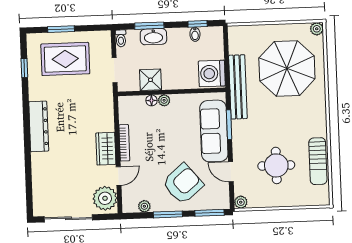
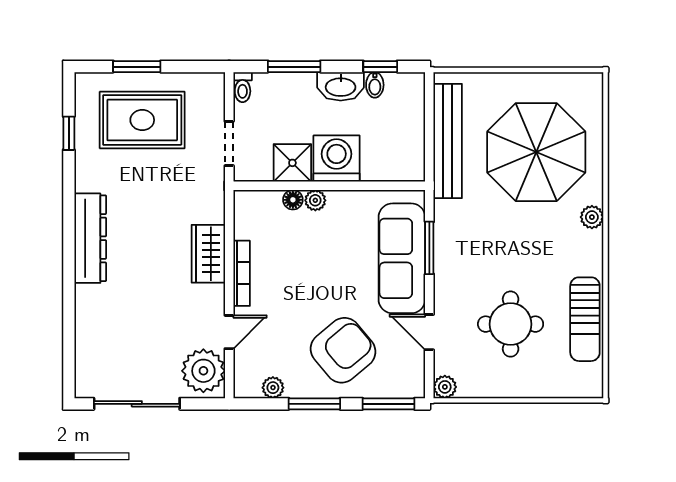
plant: (317, 29) -> (592, 217), moved
washbasin: (153, 37) -> (341, 86), moved
washing machine: (212, 73) -> (337, 159), moved, turned 90
bench: (238, 87) -> (448, 141), moved
wardrobe: (106, 149) -> (208, 254), moved

